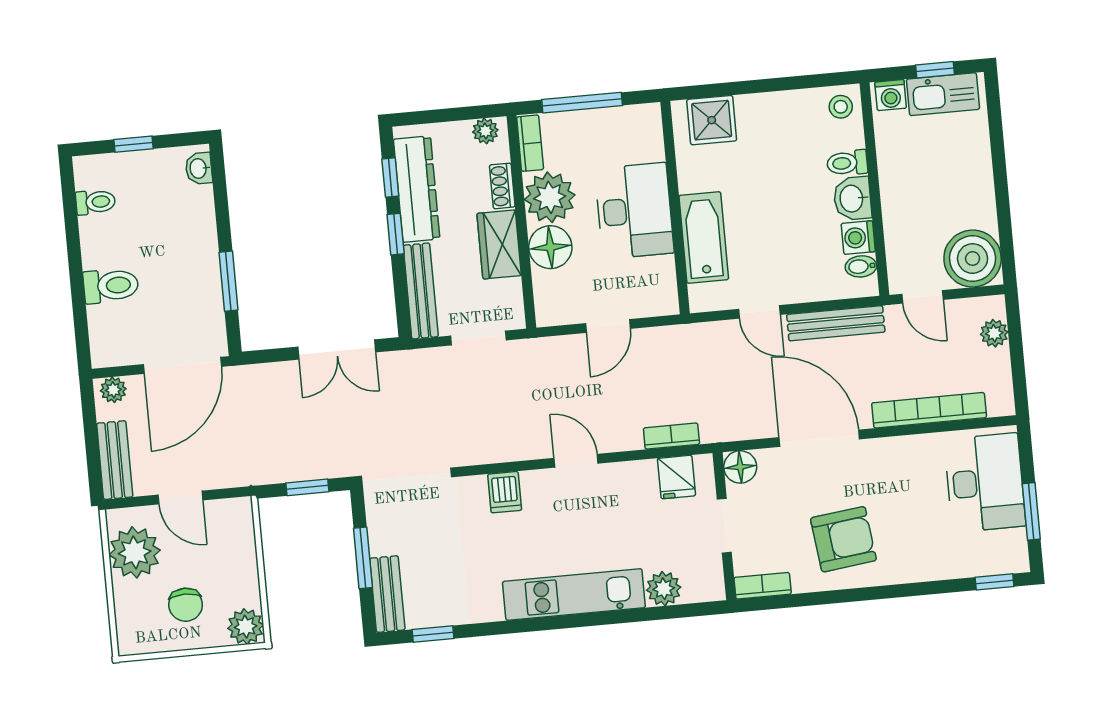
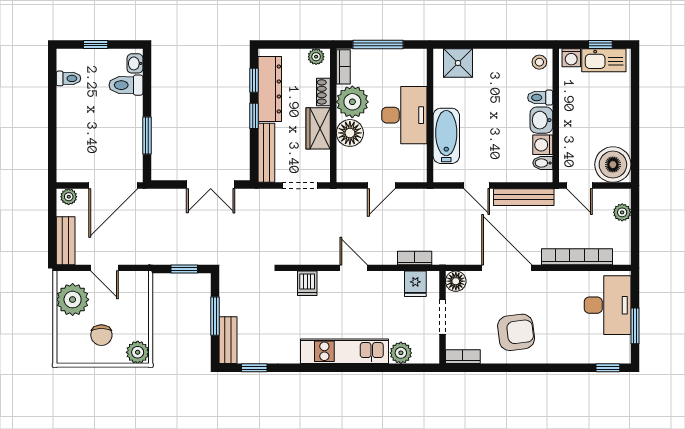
toilet: (111, 286) -> (126, 85), moved, turned 180

